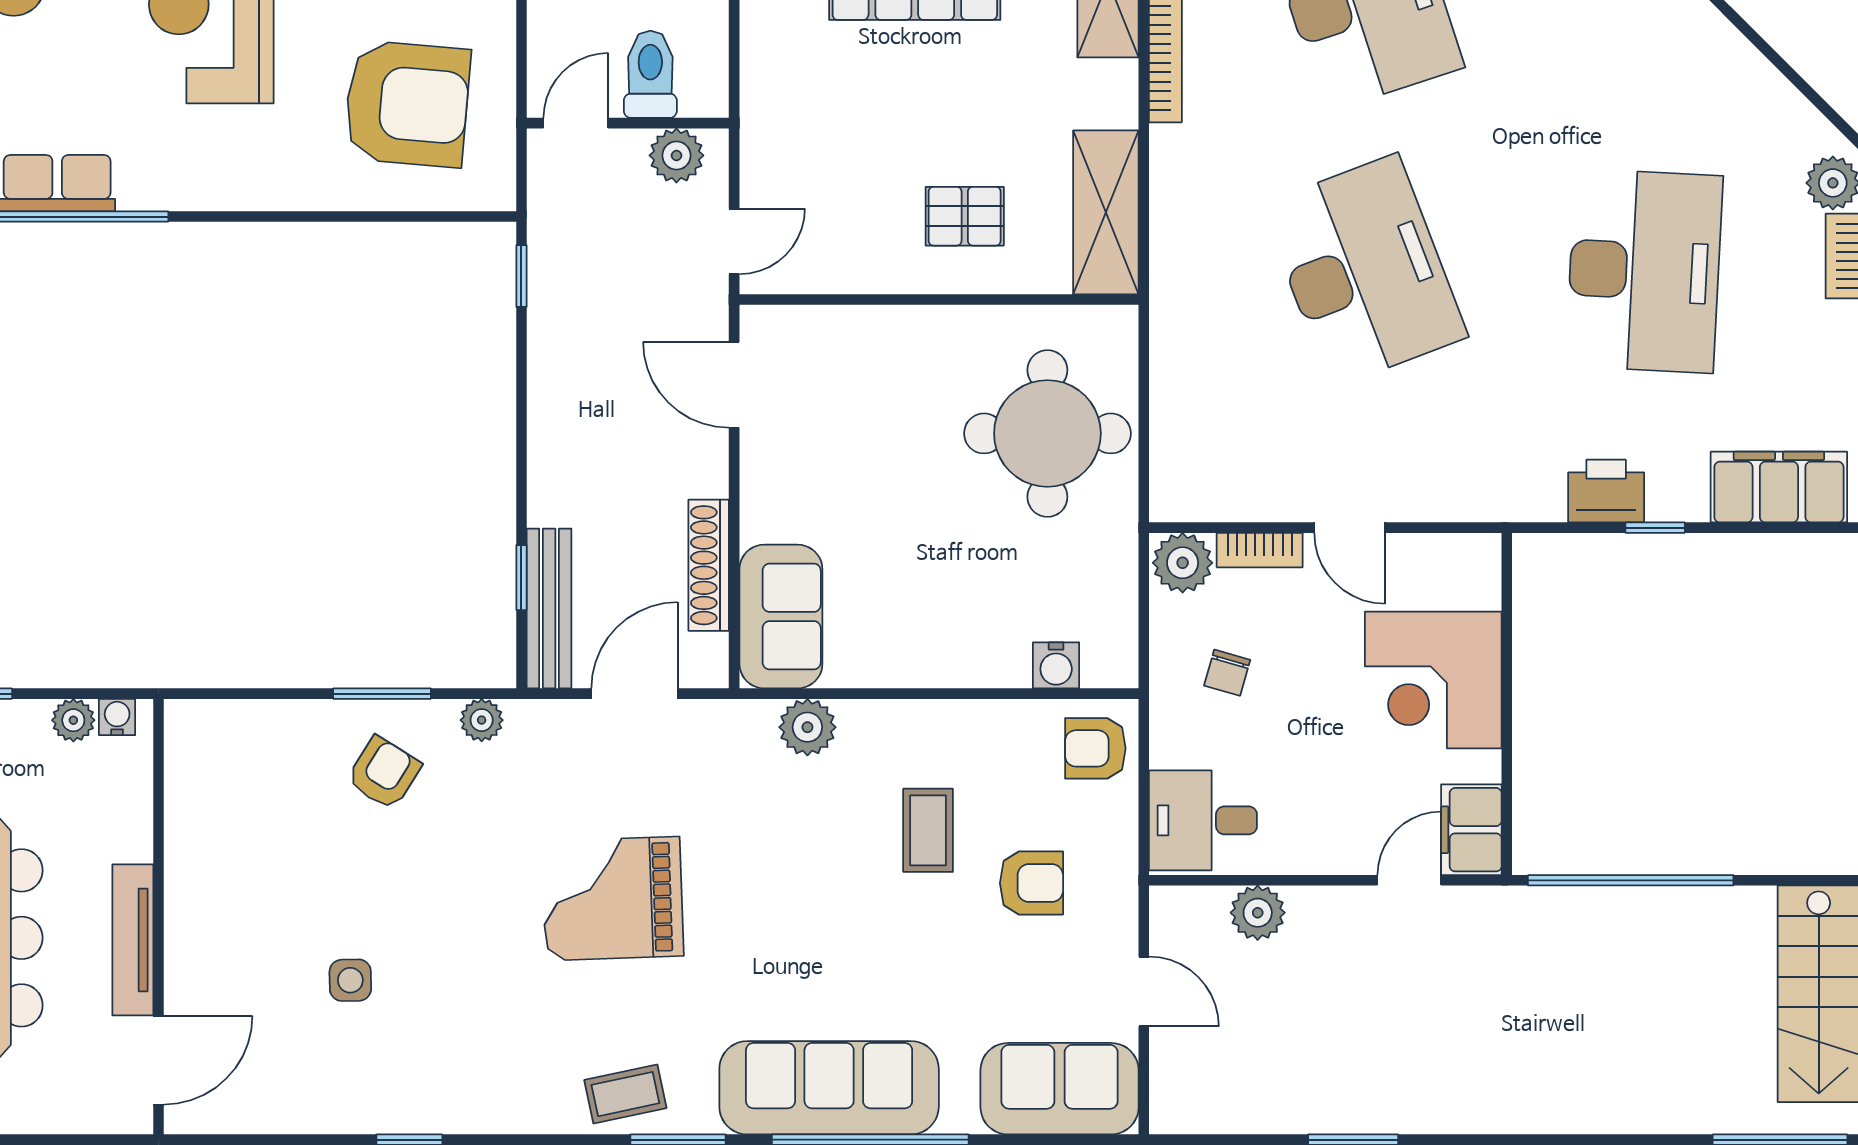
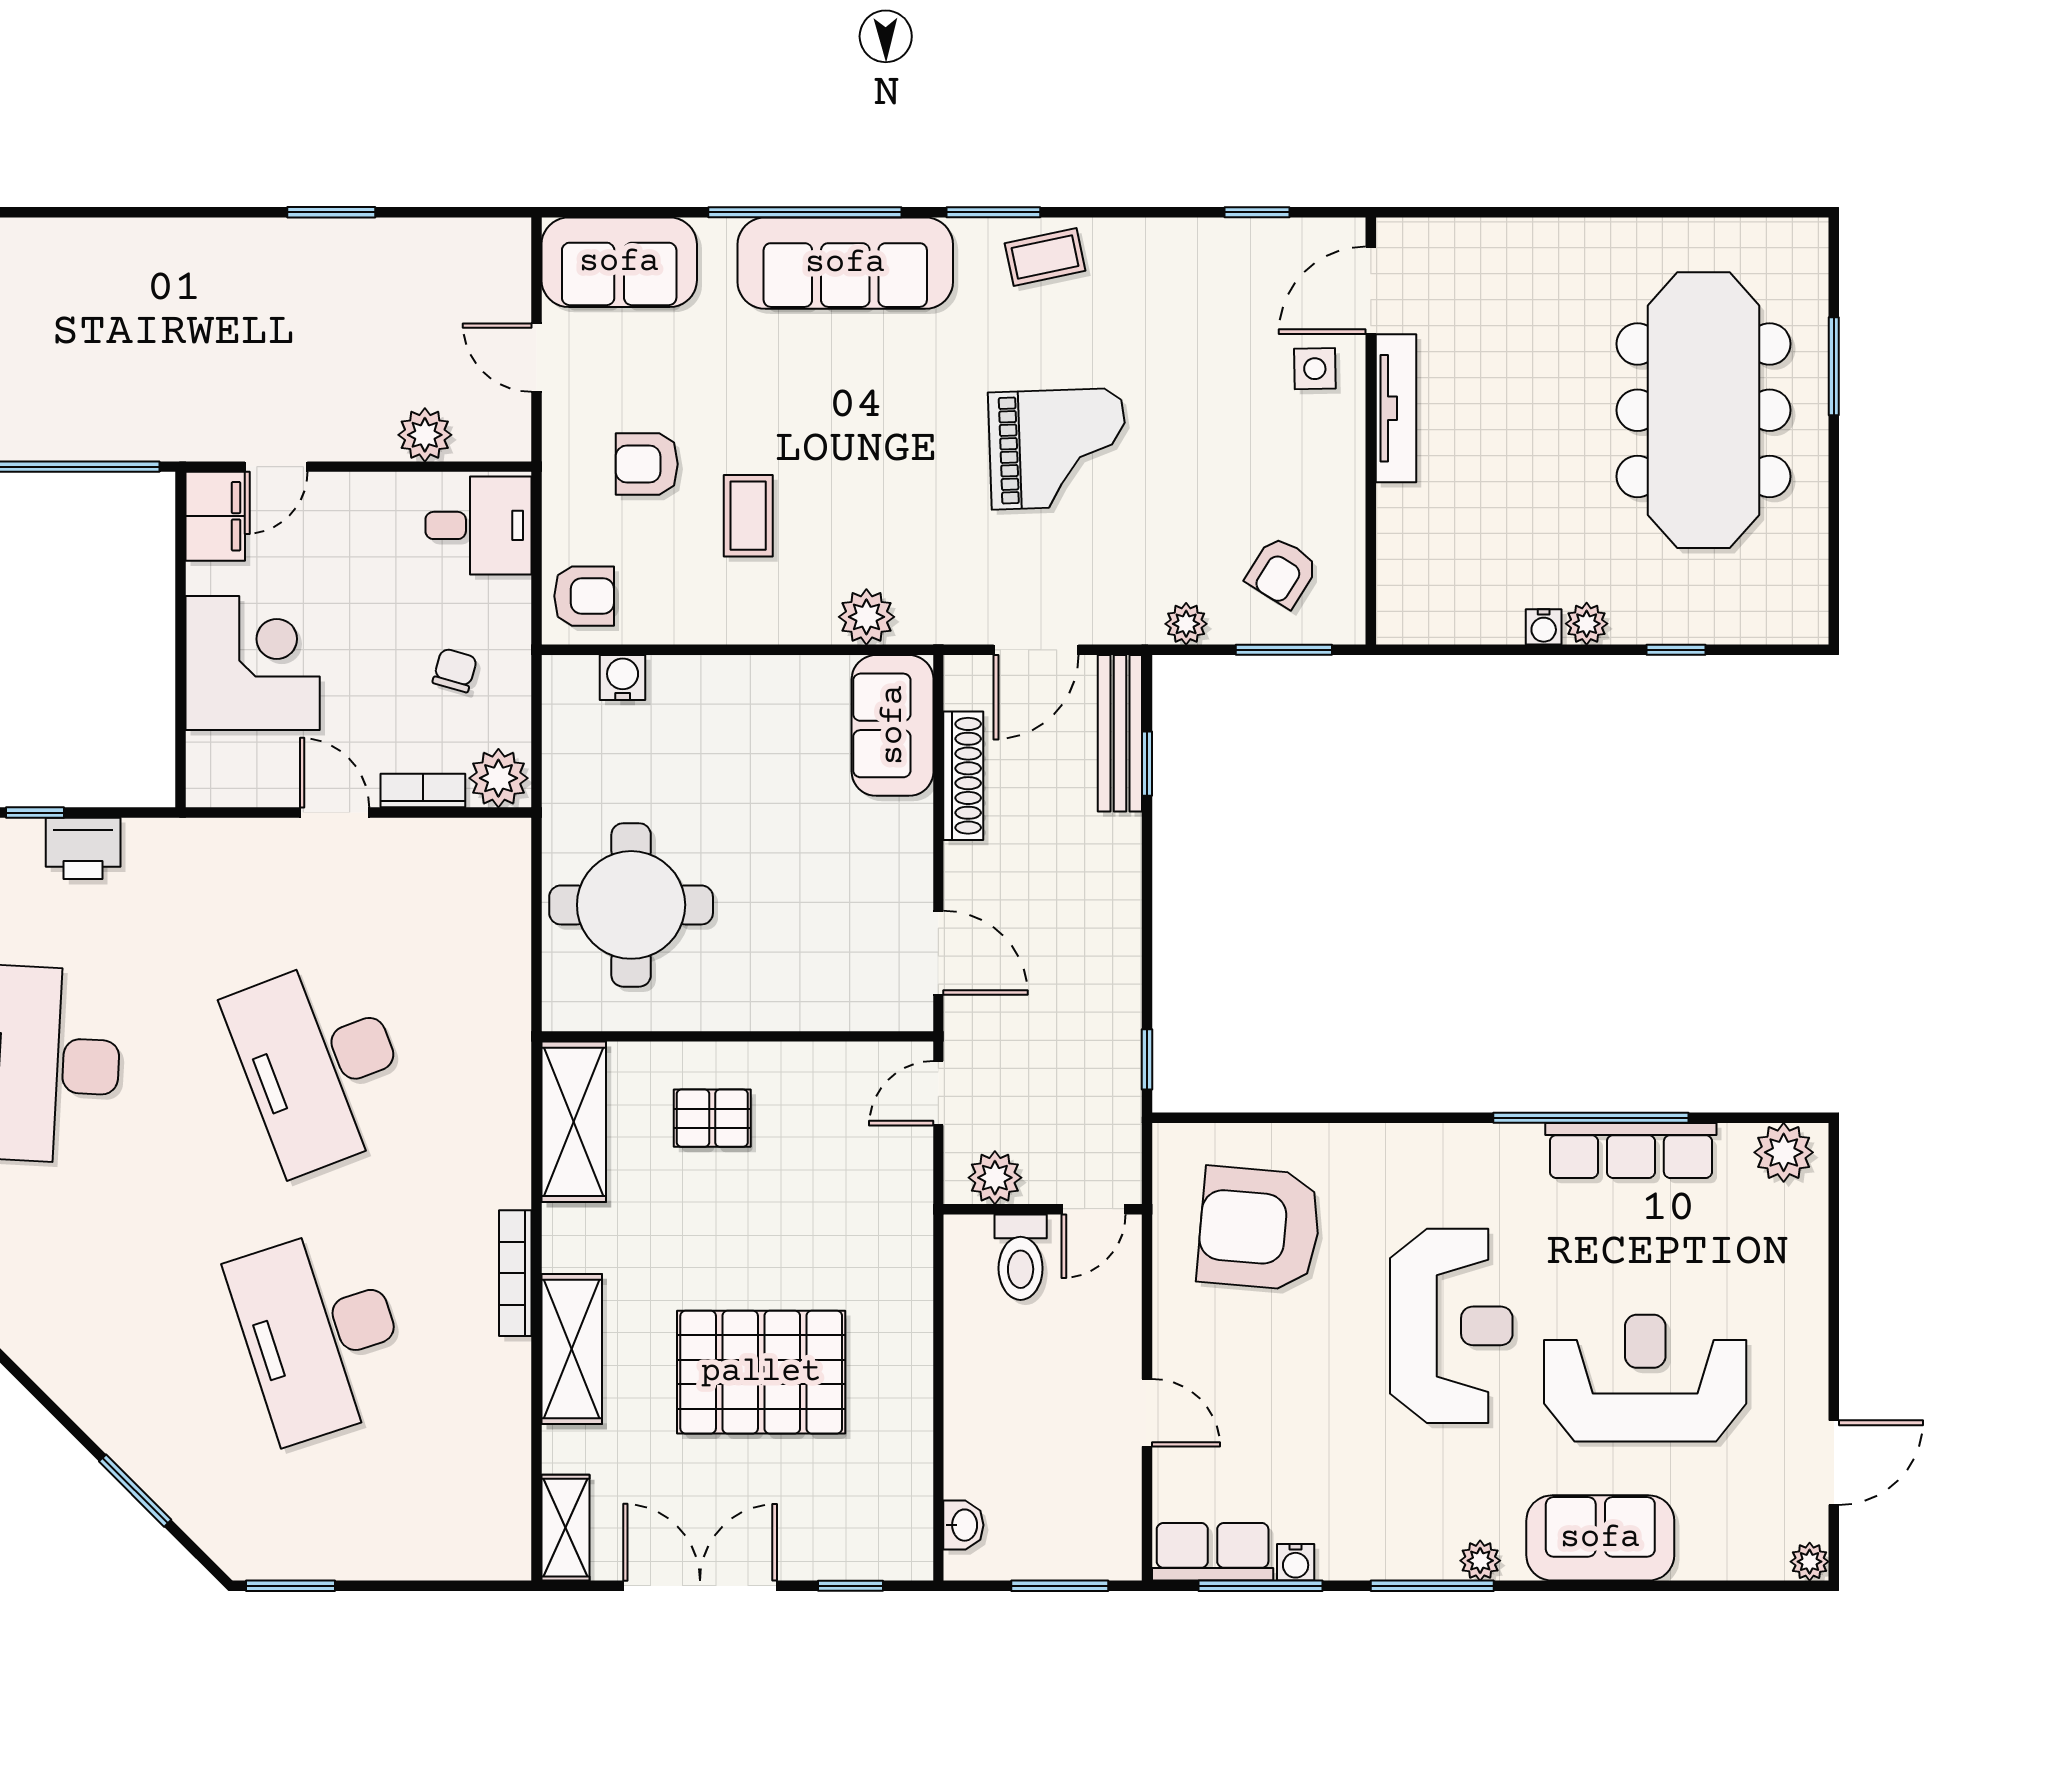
wall: (158, 917) -> (1371, 431), moved
tv unit: (133, 940) -> (1396, 408), moved
door: (158, 1060) -> (1371, 290), moved

